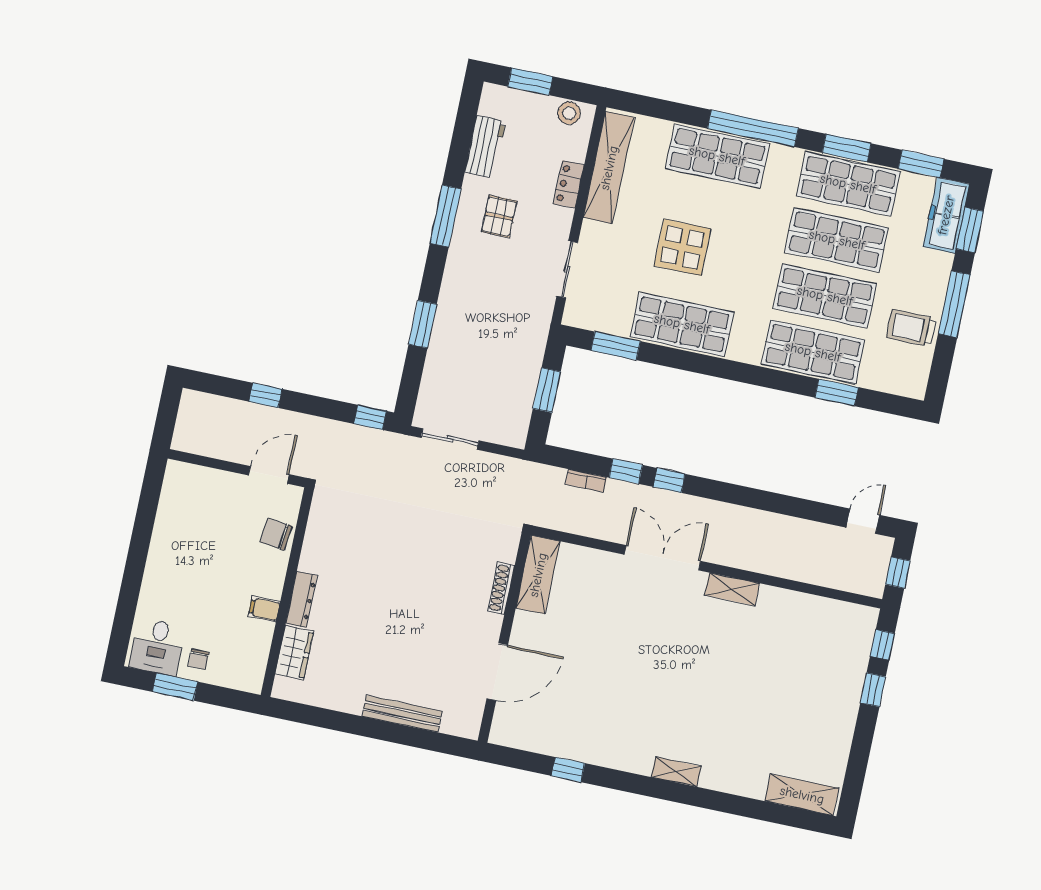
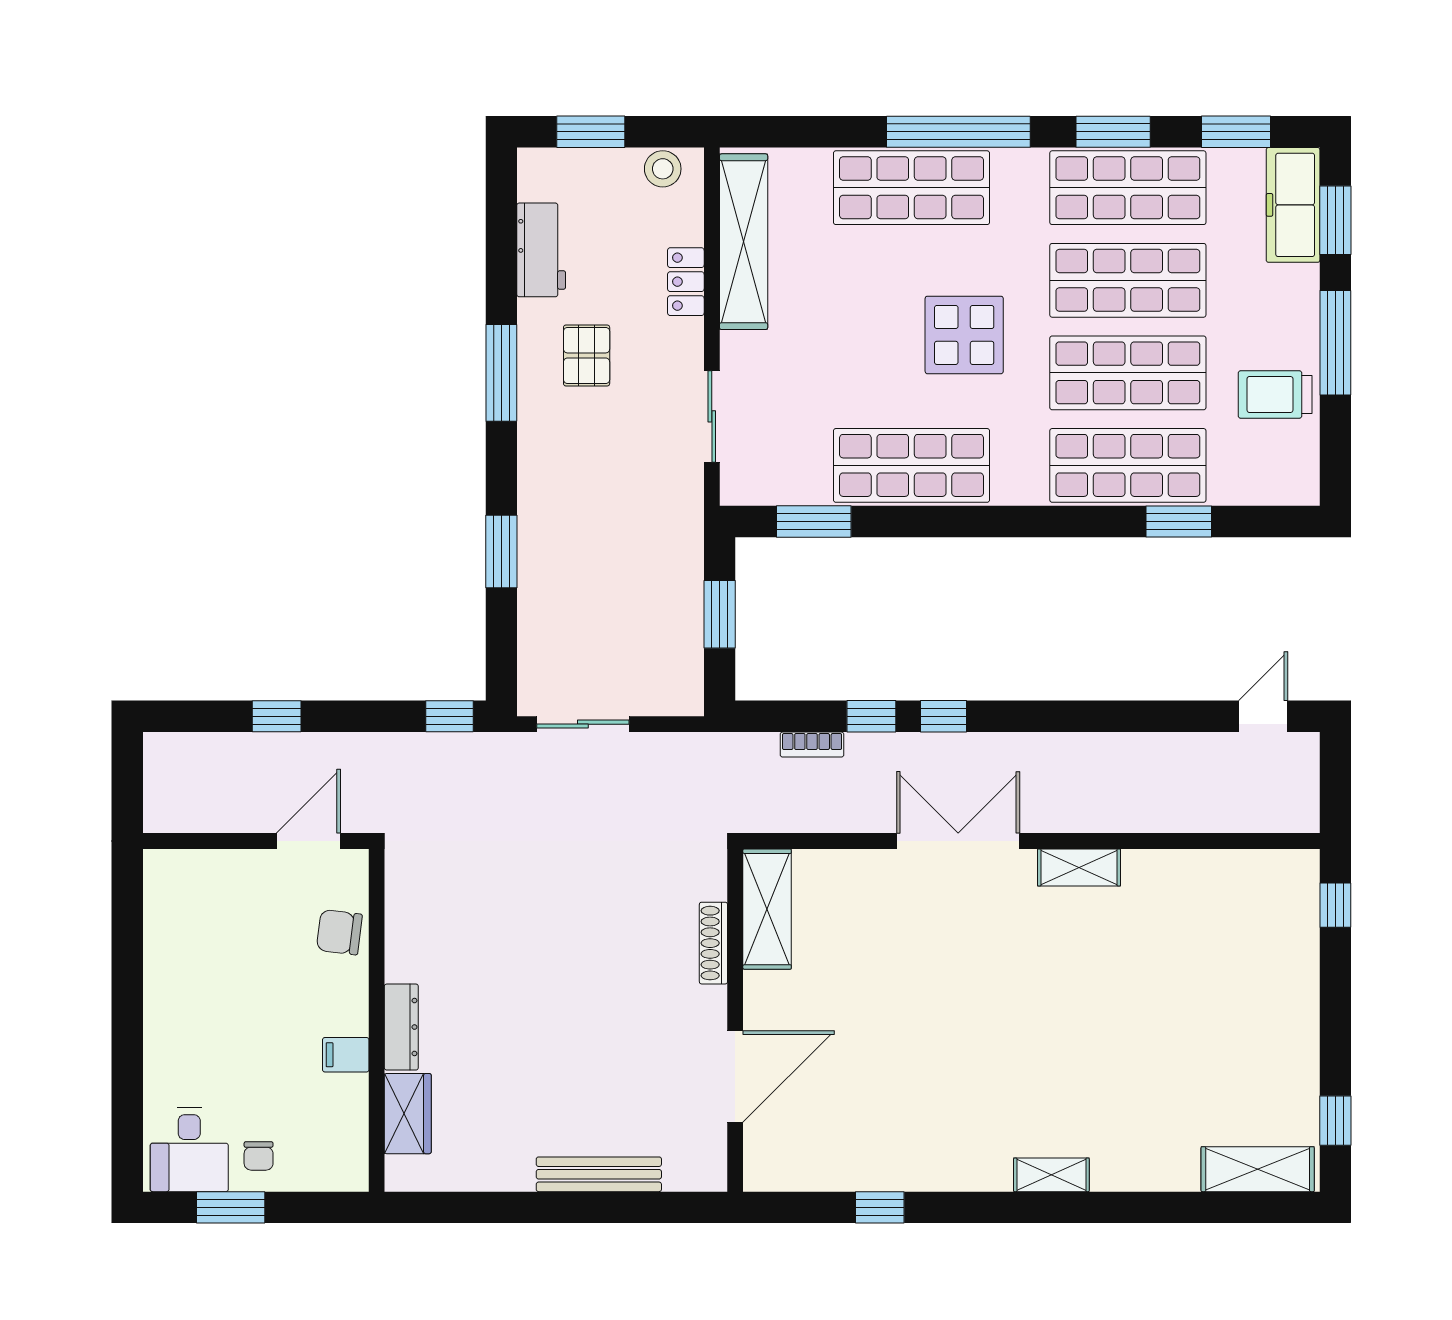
display table: (682, 247) -> (964, 335), moved
window: (898, 573) -> (1335, 786), removed
window: (873, 690) -> (1335, 1121), moved

